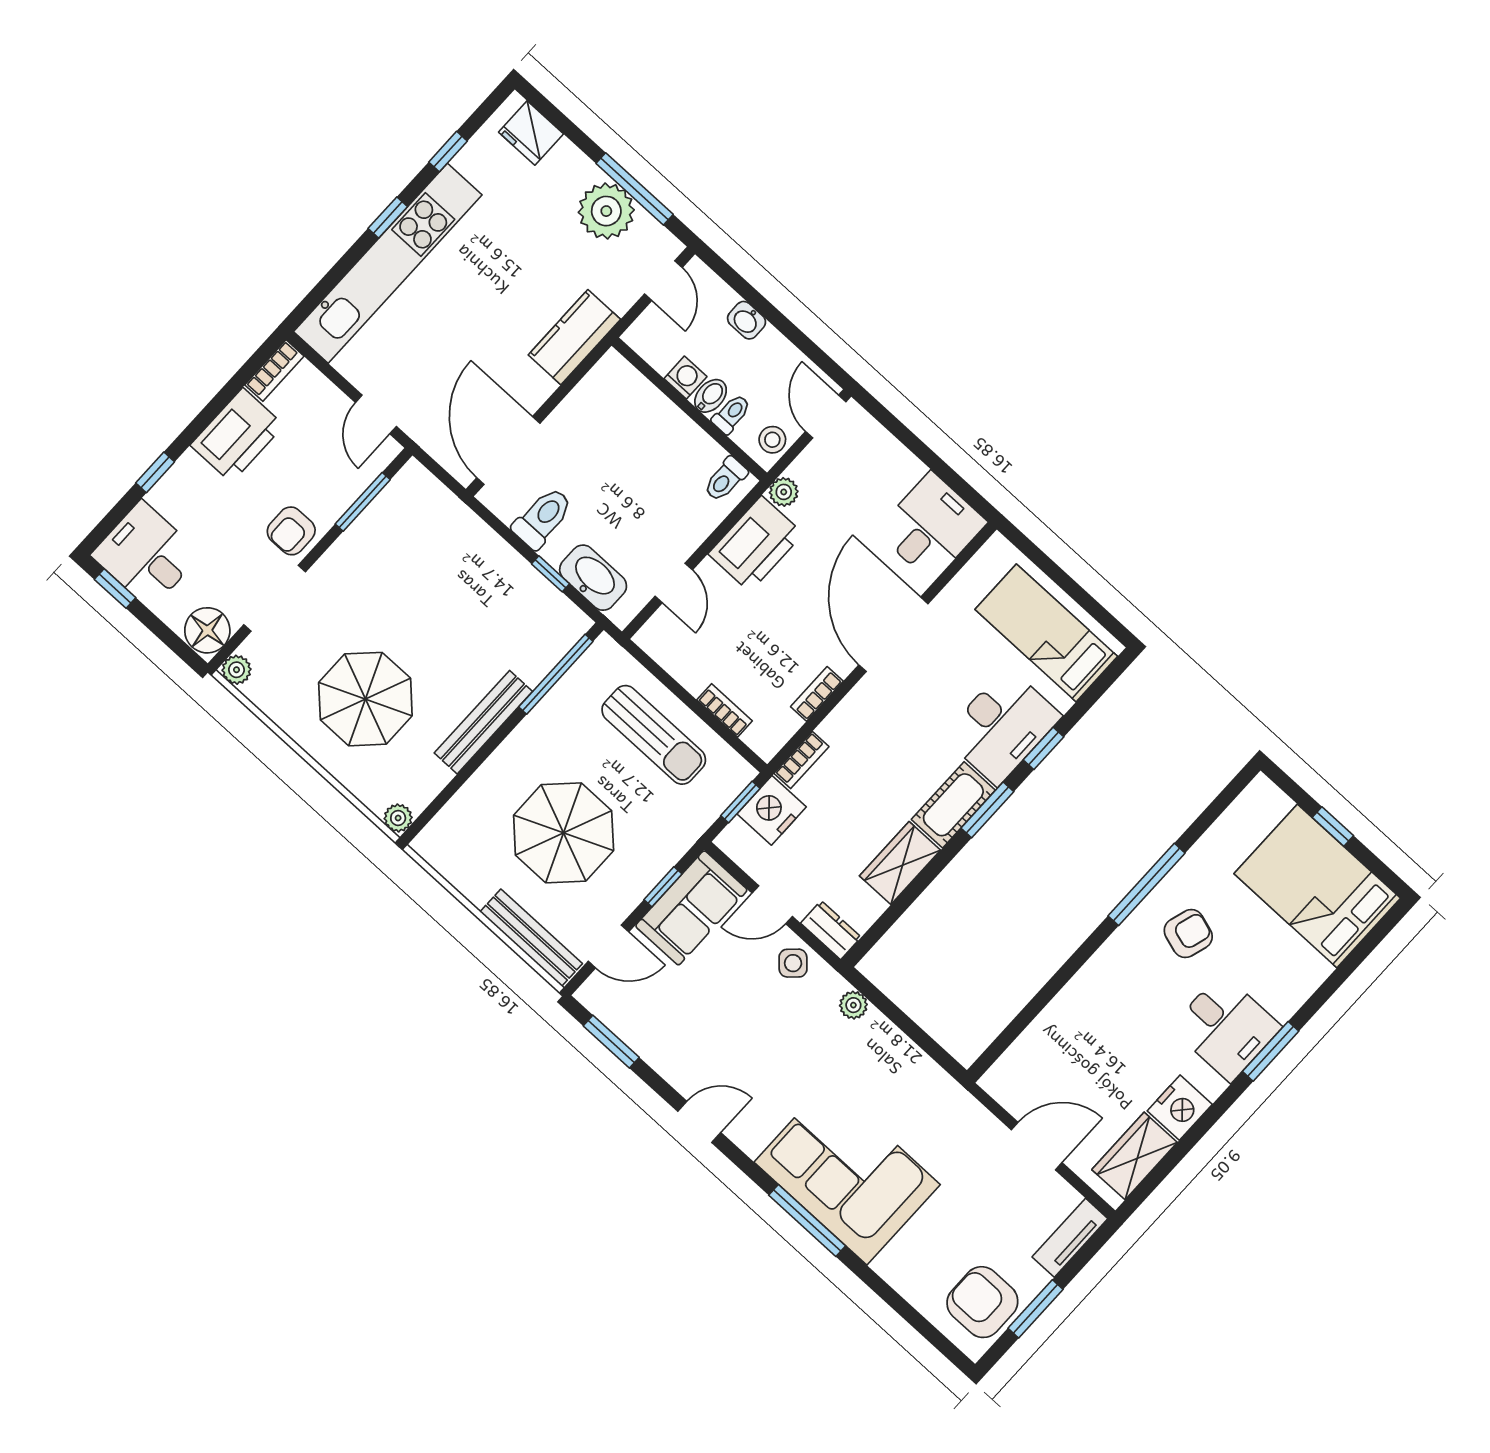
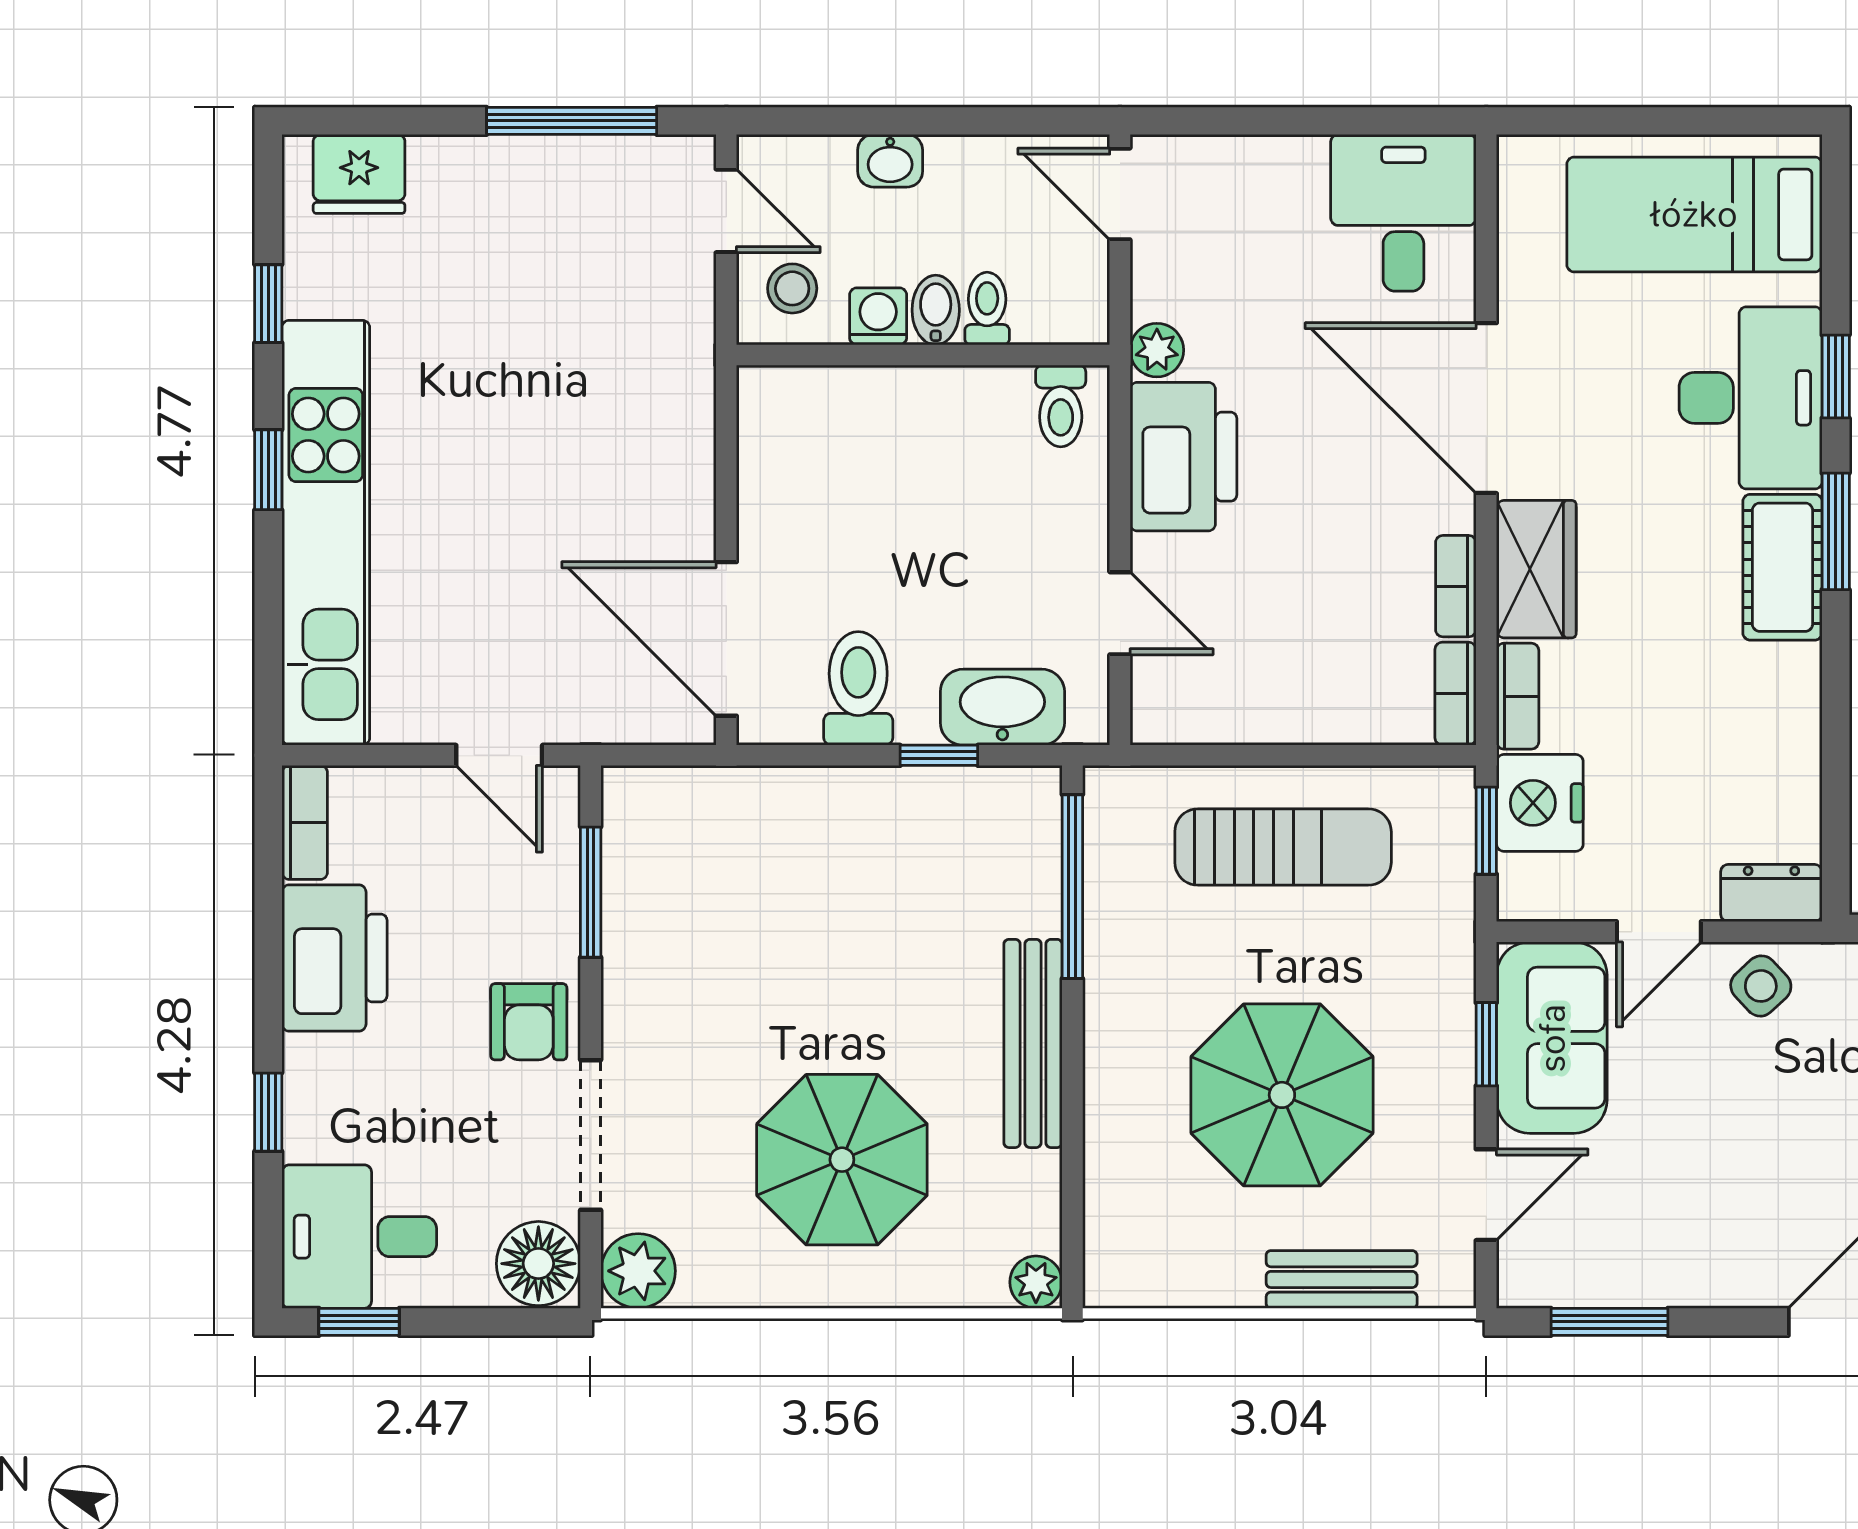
plant: (606, 211) -> (560, 187), removed
kitchen counter: (574, 337) -> (675, 400), removed
stool: (772, 440) -> (792, 288), moved
plant: (236, 670) -> (638, 1271), width x1.38, depth x1.38
bookcase: (725, 710) -> (1455, 694), moved, turned -90
wardrobe: (900, 863) -> (1536, 569), moved, turned 180
bench: (531, 938) -> (1342, 1279), width x0.73

